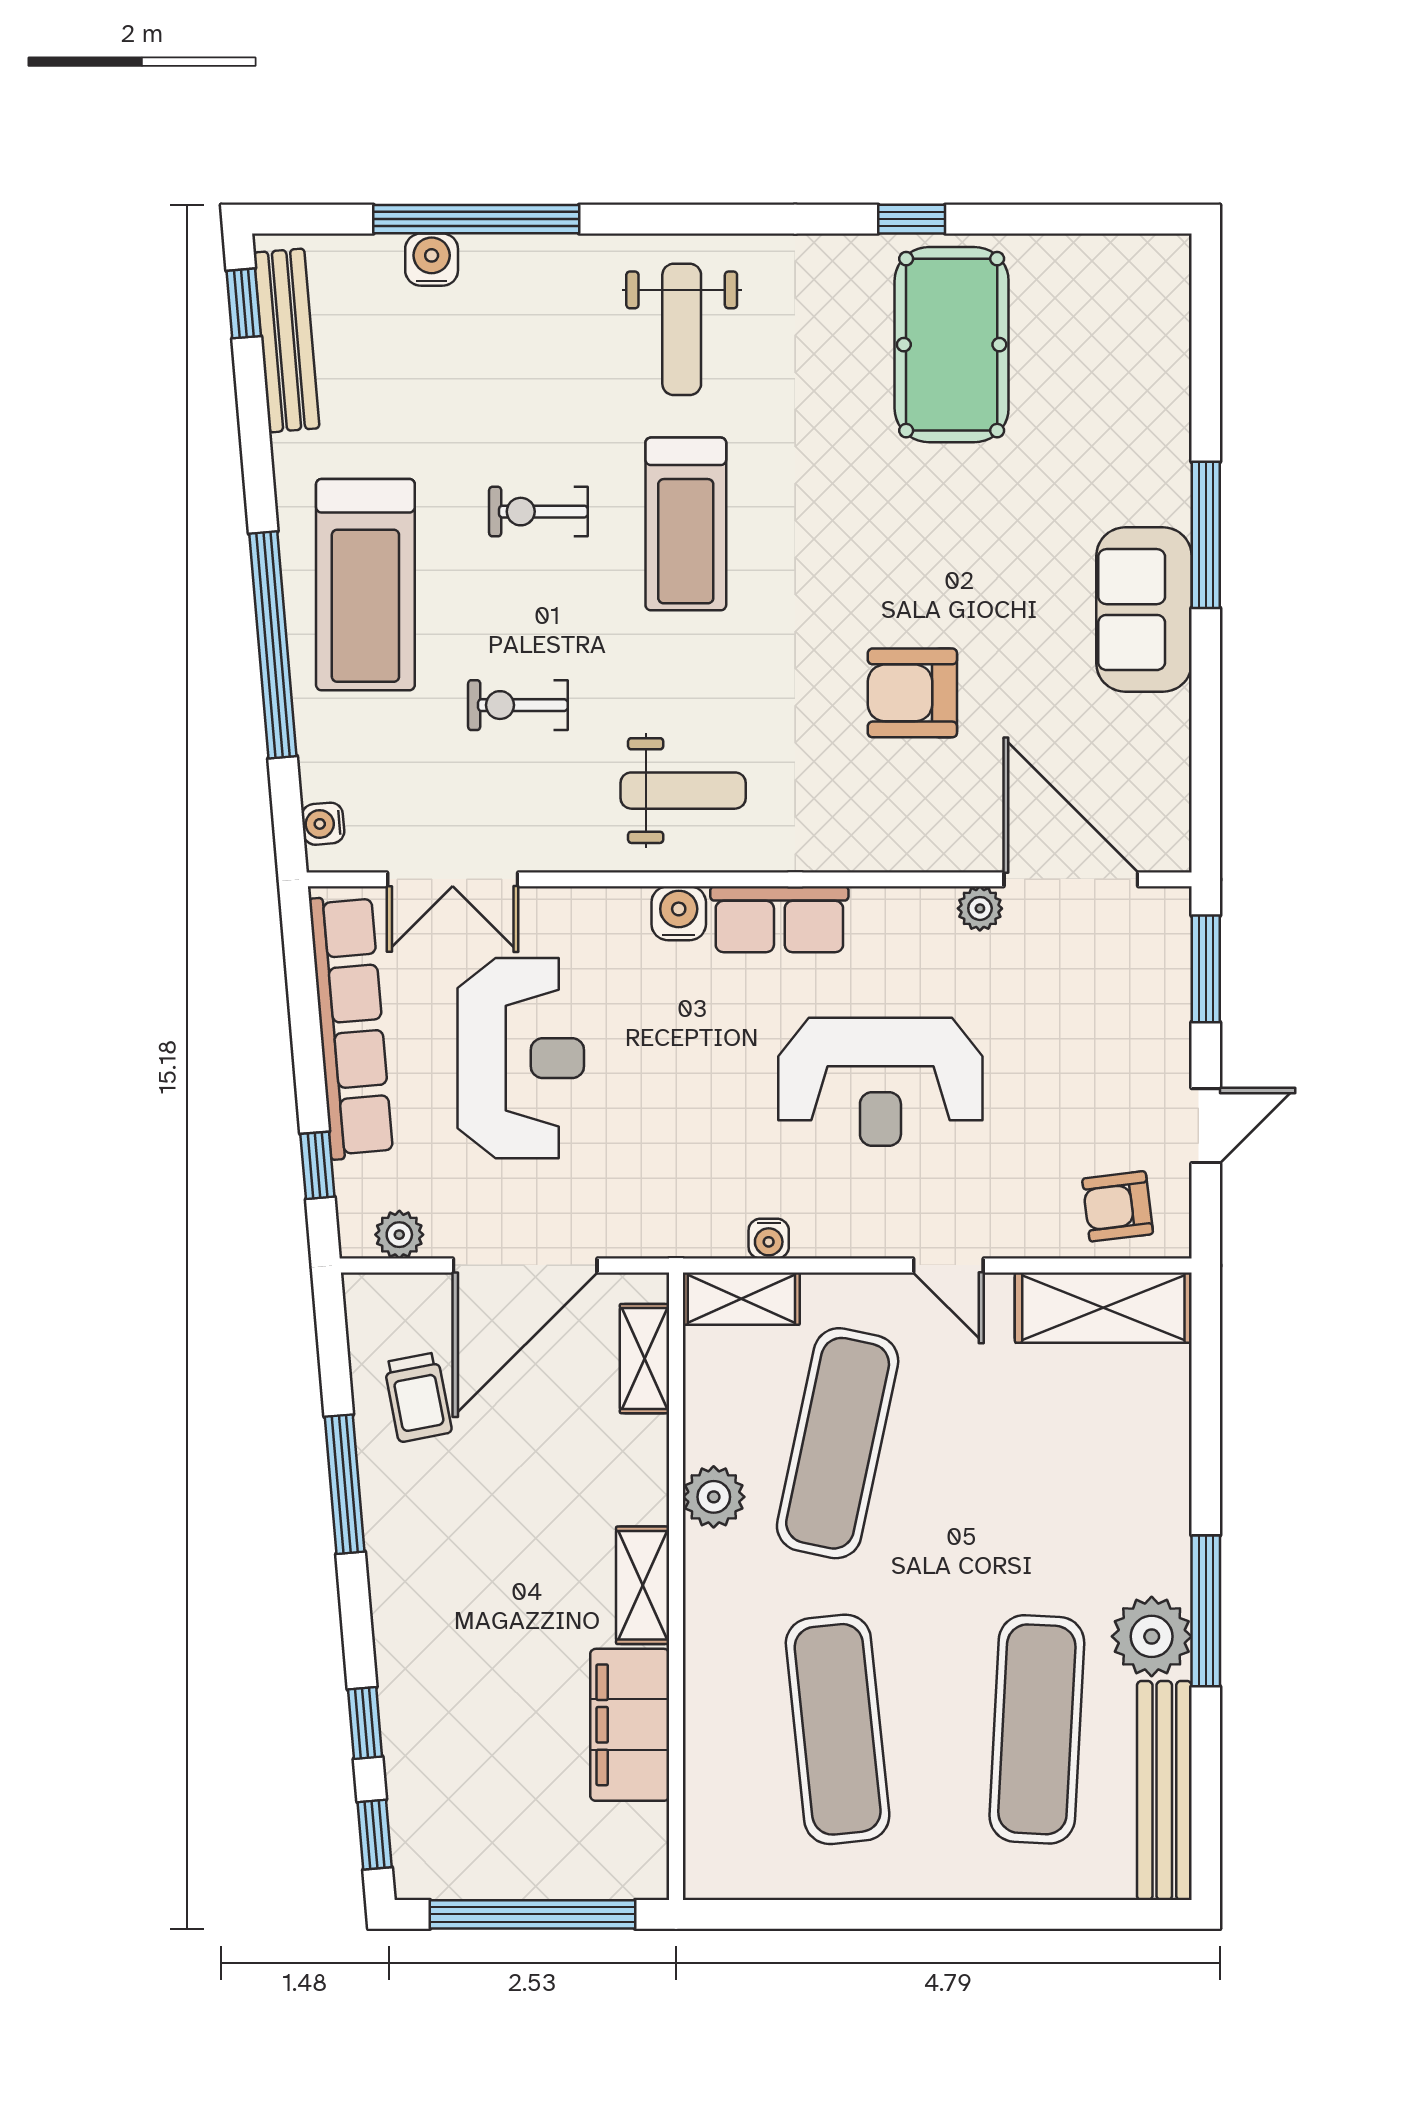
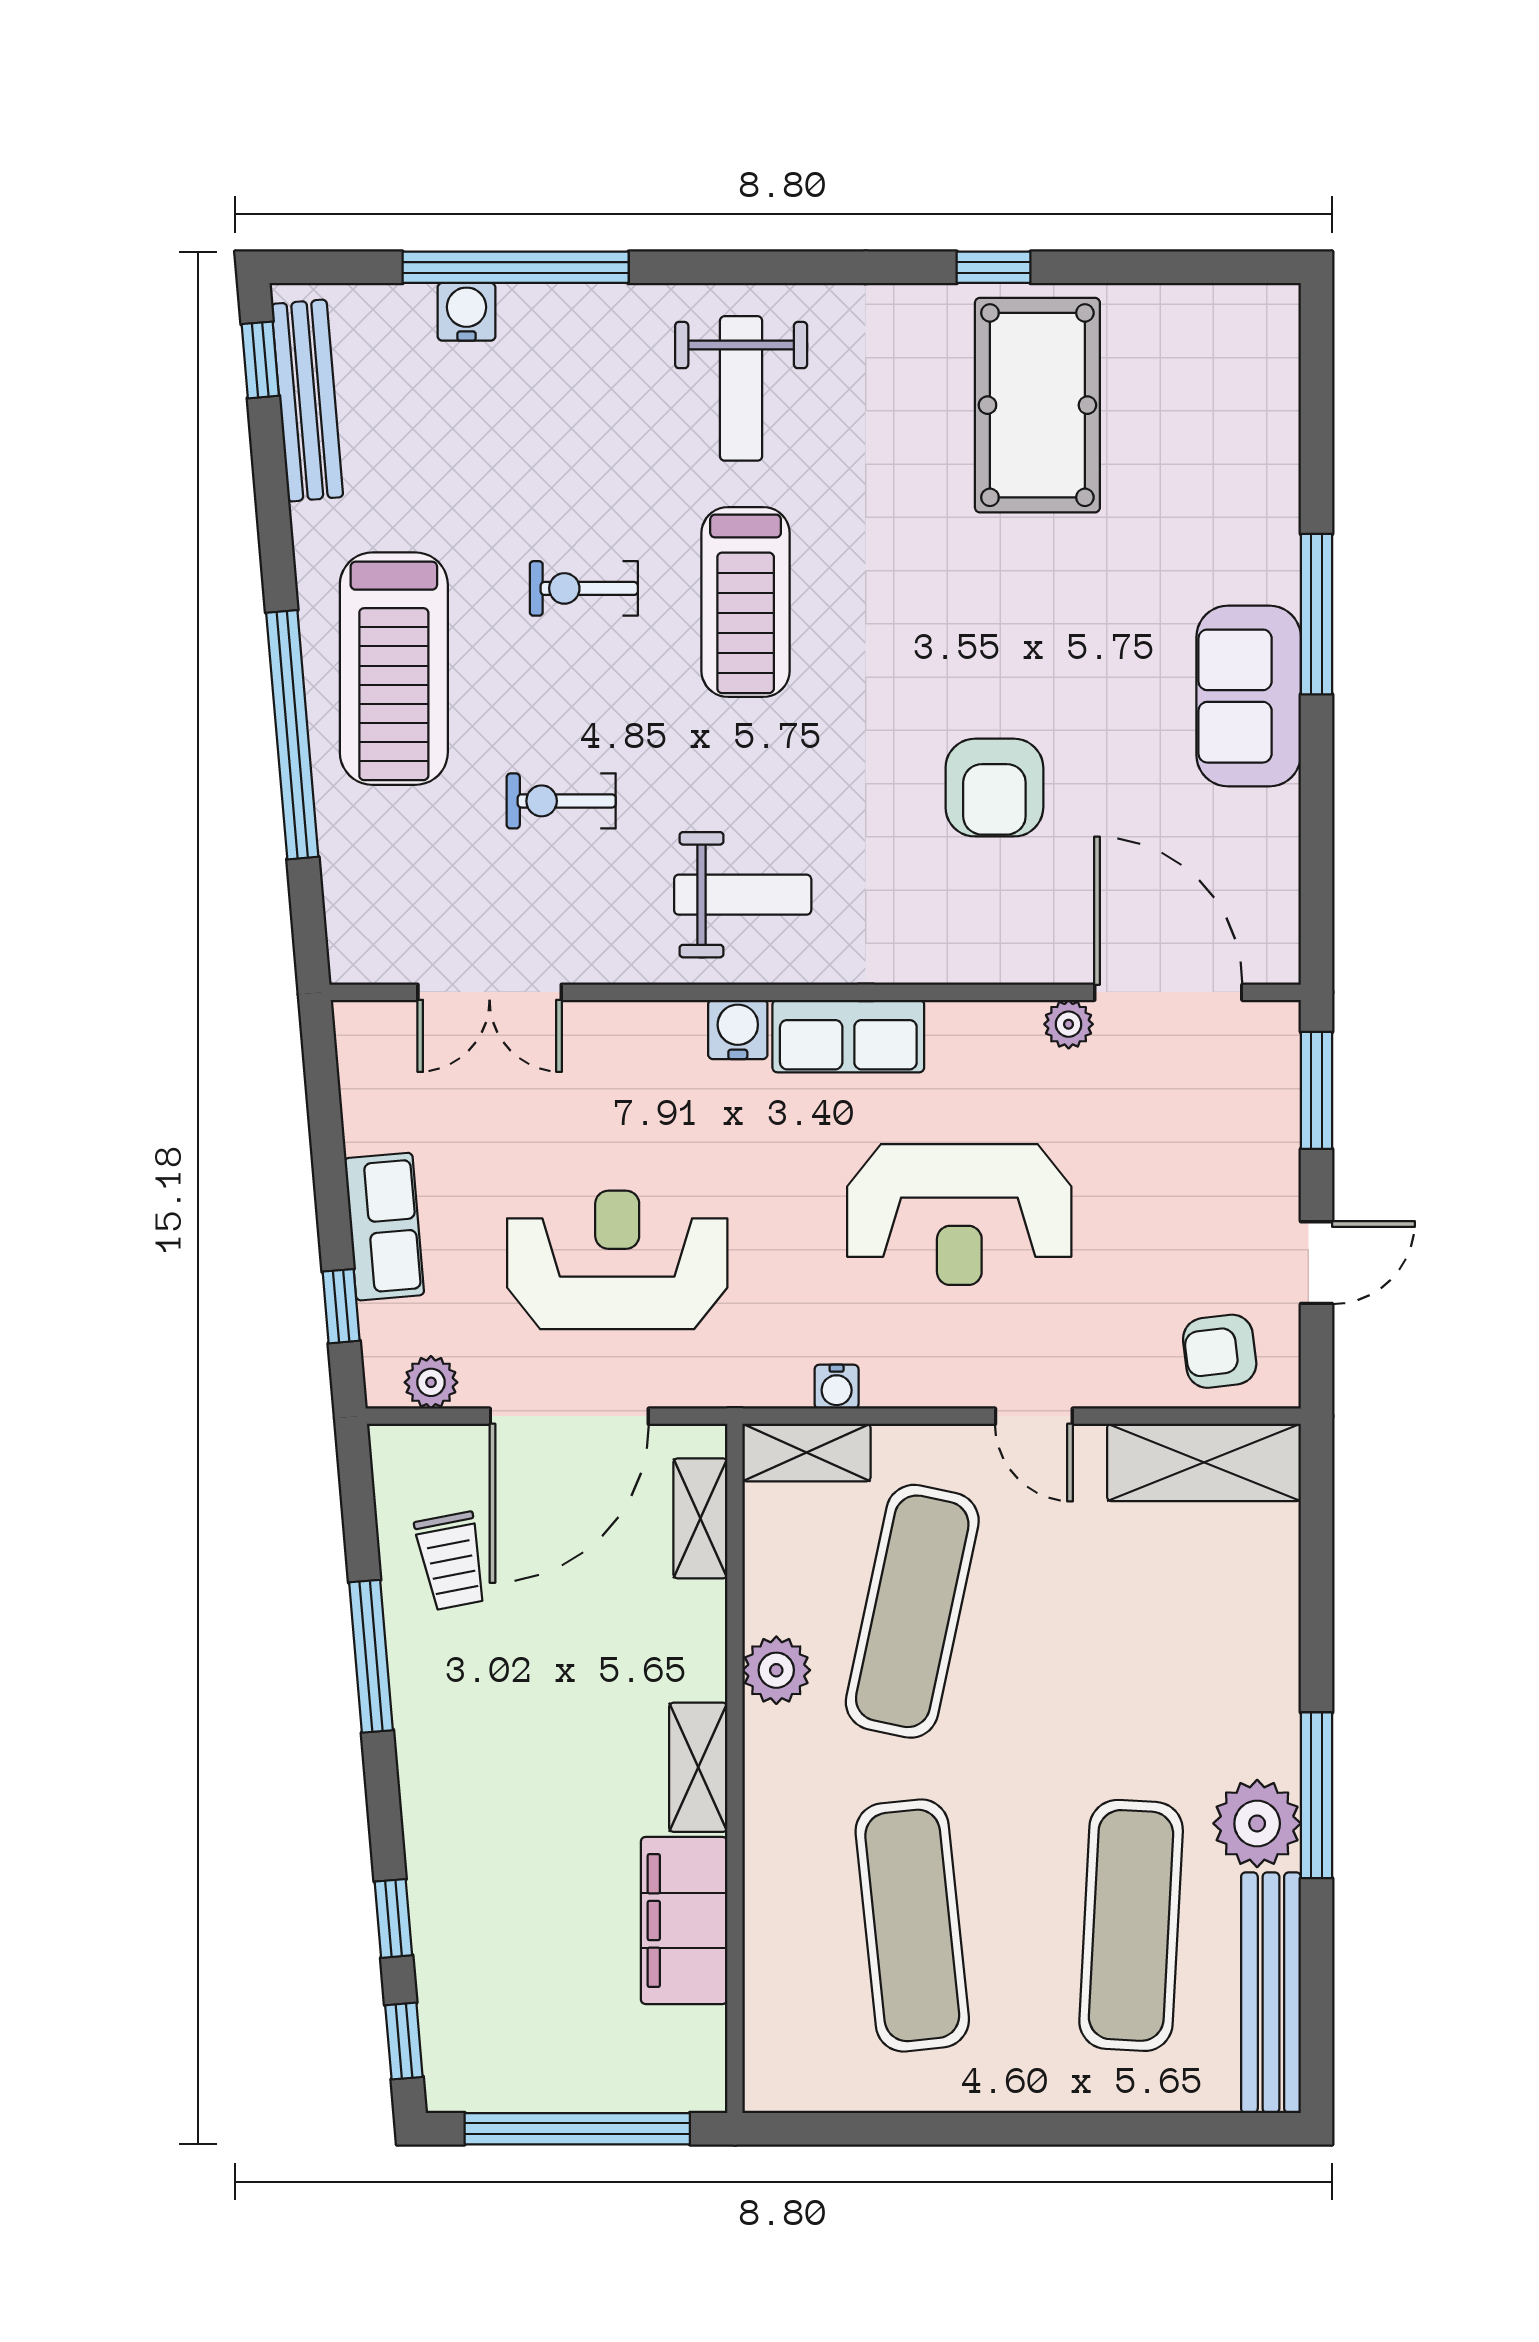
armchair: (912, 693) -> (994, 788), turned -90
water cooler: (323, 824) -> (347, 931), removed
row of seats: (351, 1027) -> (384, 1227), width x0.50
reception desk: (521, 1058) -> (617, 1260), moved, turned -90

